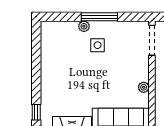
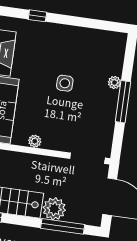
side table: (98, 45) -> (65, 83), moved
window: (36, 112) -> (37, 16), moved

